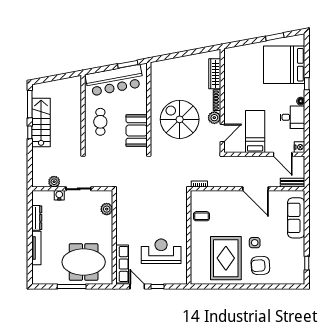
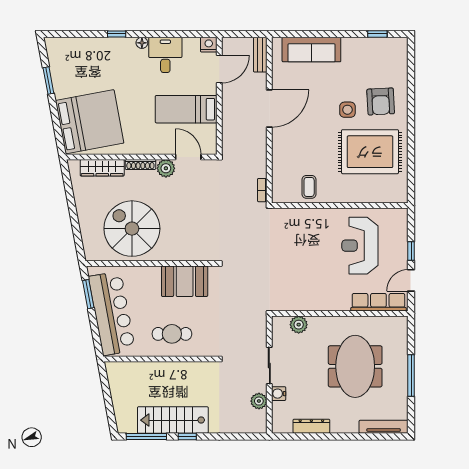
bed: (284, 65) -> (90, 122), moved, turned -101
spiral stairs: (180, 119) -> (132, 229), moved, turned 90
tv unit: (36, 248) -> (384, 427), moved
meeting table: (84, 262) -> (355, 366), moved

